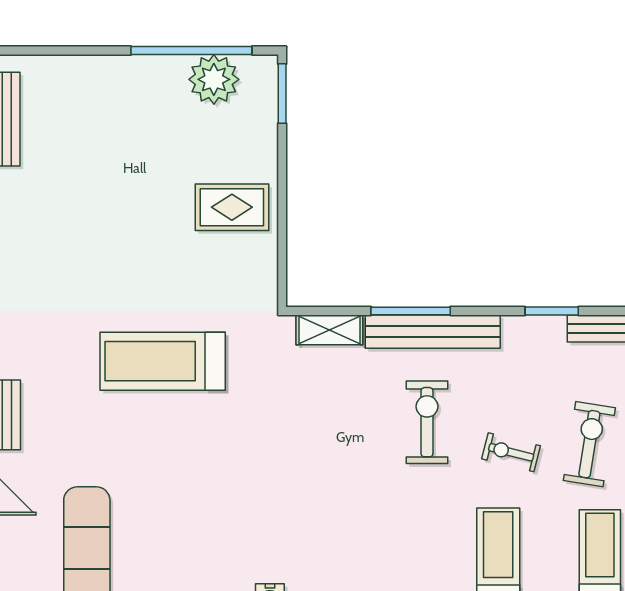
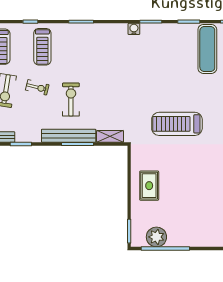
rug: (232, 207) -> (149, 186), turned 90
treadmill: (163, 361) -> (177, 124), turned 180
exercise bike: (427, 422) -> (71, 99), turned 180

